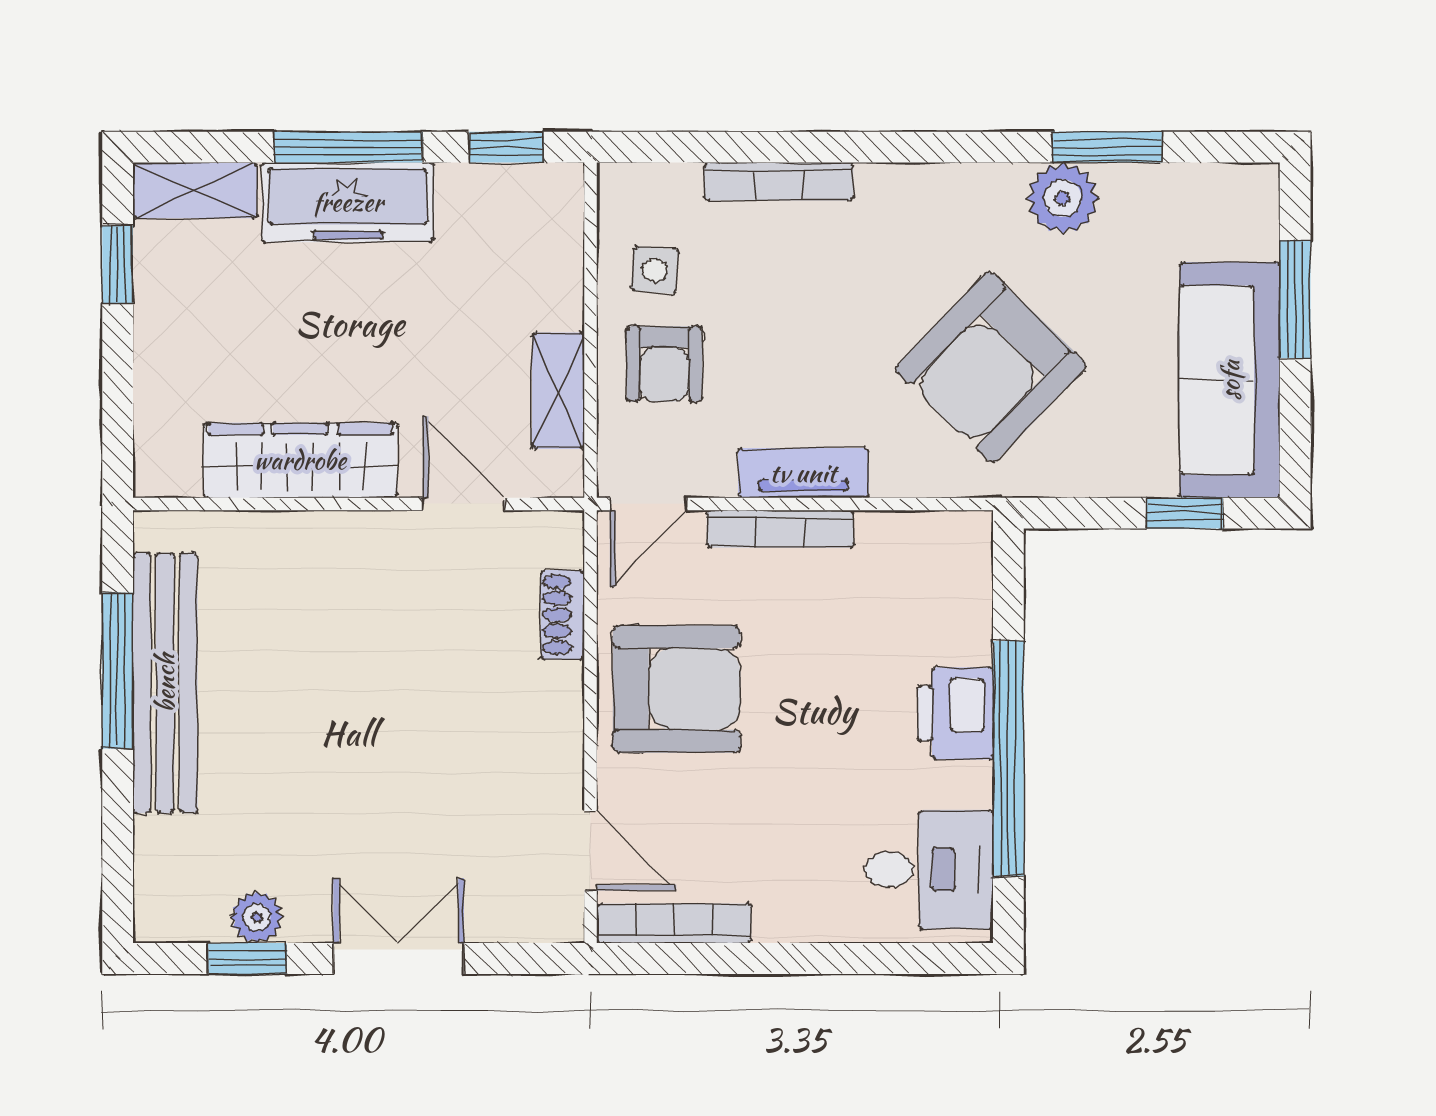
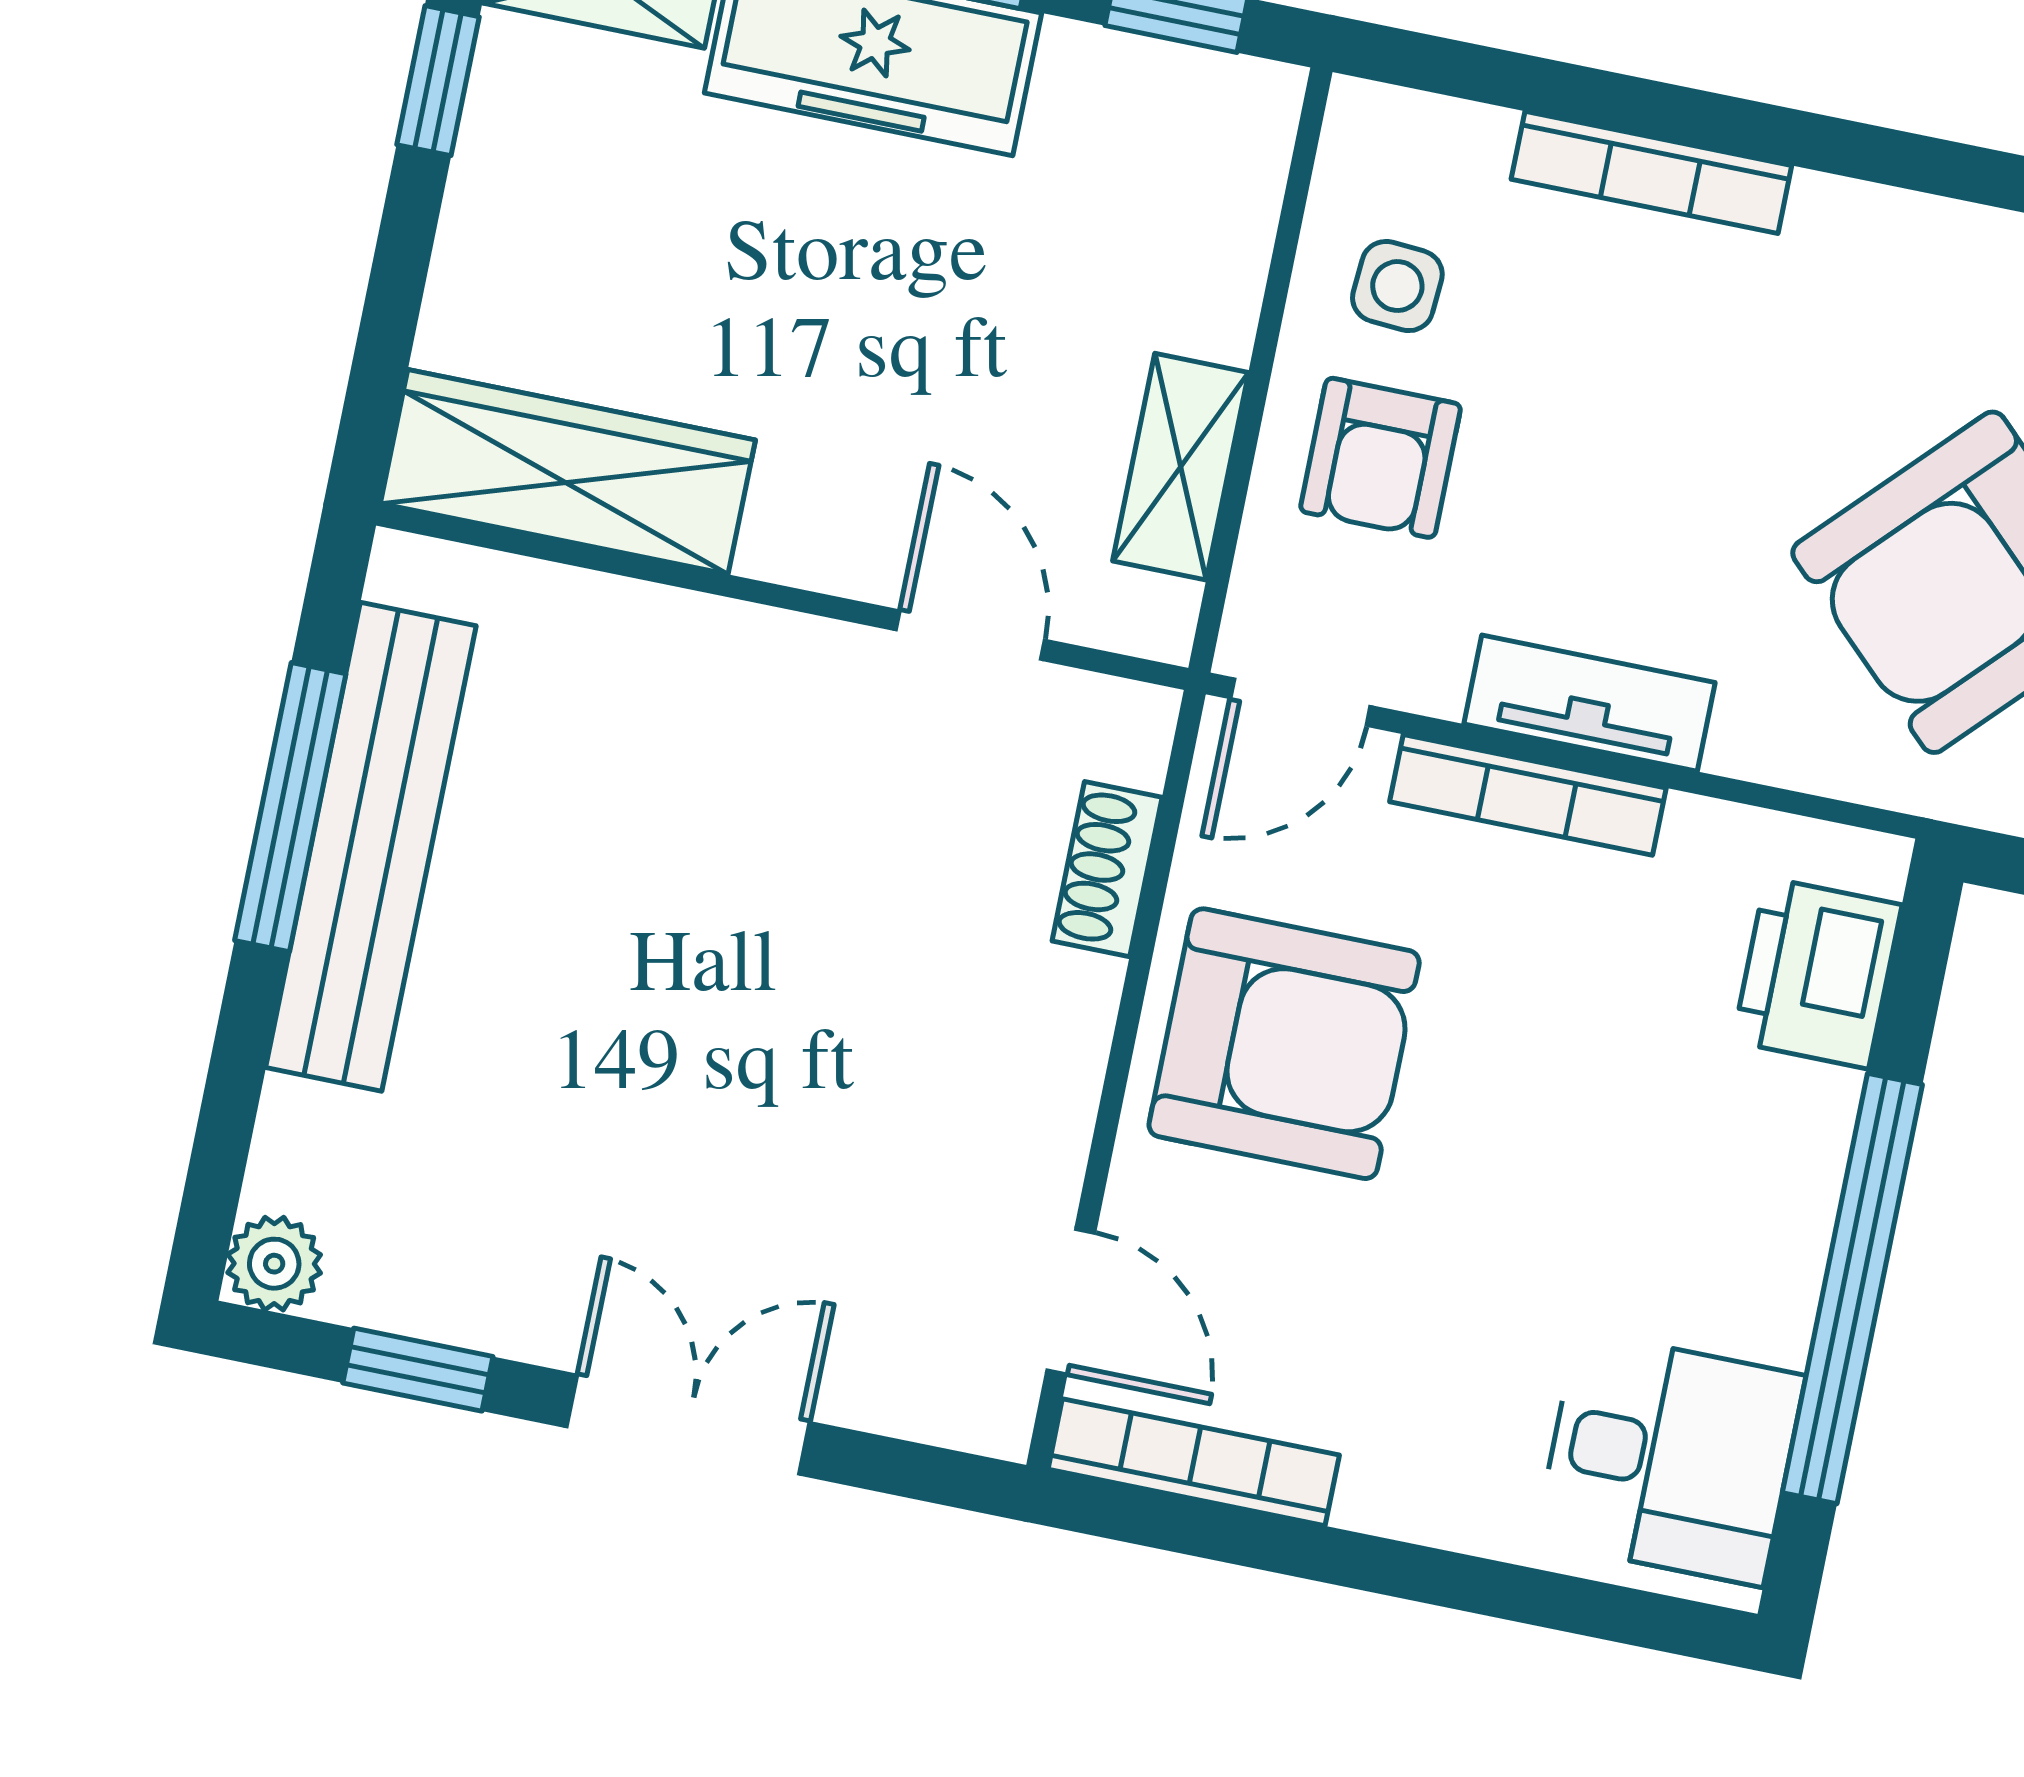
wardrobe: (300, 460) -> (568, 472), moved
printer: (955, 713) -> (1817, 973), moved
plant: (257, 917) -> (274, 1264), moved

